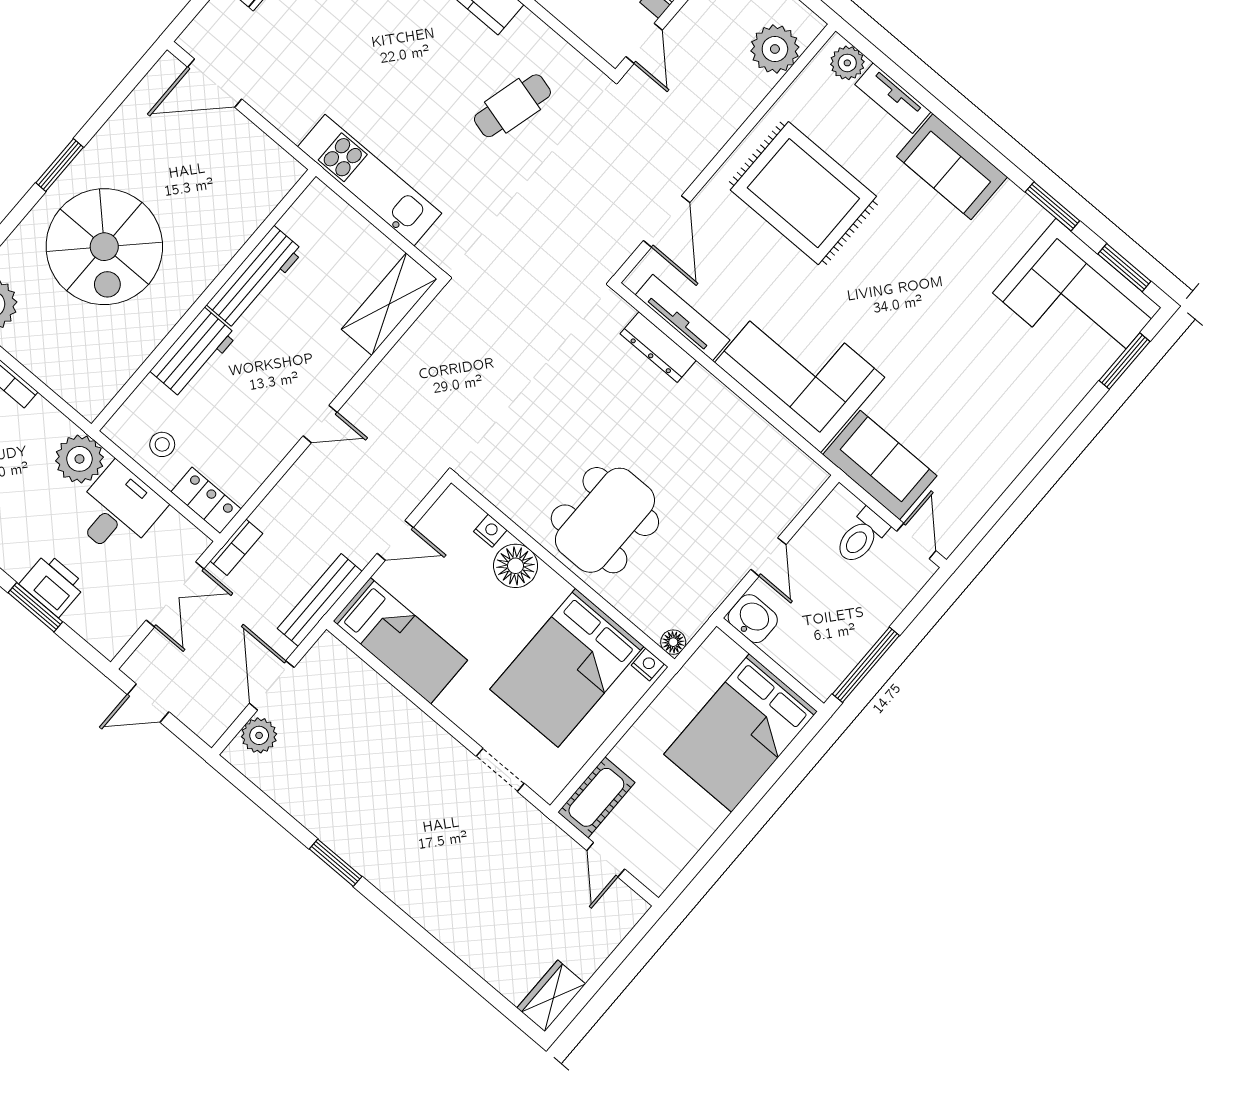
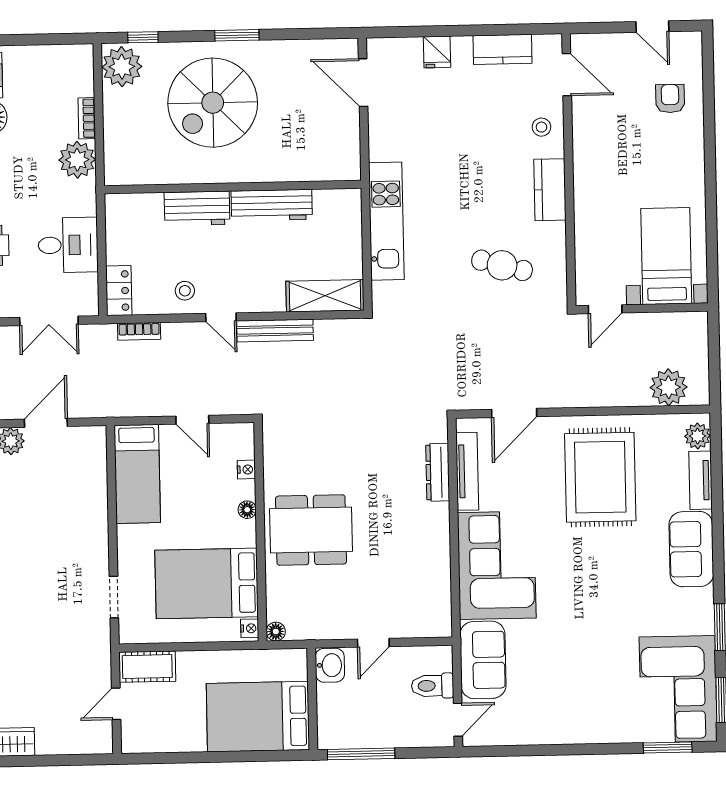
stool: (162, 444) -> (185, 291), moved
plant: (79, 459) -> (77, 160), moved
bookcase: (236, 547) -> (139, 331), moved
floor lamp: (516, 566) -> (247, 510), width x0.53, depth x0.53
bench: (320, 600) -> (275, 331), moved

